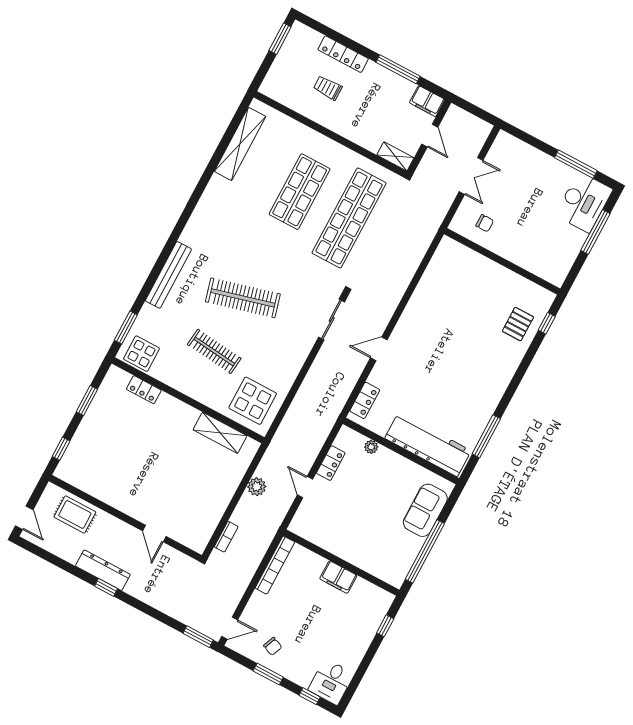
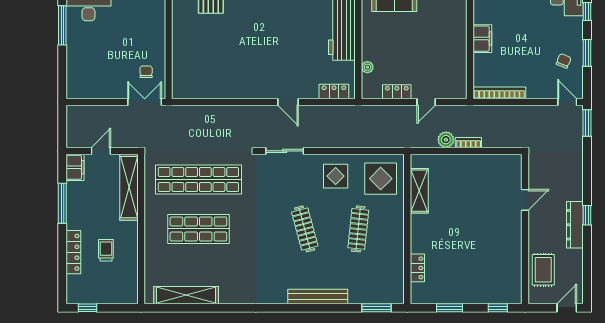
window: (280, 39) -> (88, 308), width x0.67
trolley: (328, 88) -> (106, 250), turned 180
shelving: (395, 156) -> (129, 187), width x2.20, depth x1.33
double door: (471, 176) -> (145, 102), moved
clothes rail: (243, 298) -> (305, 229), width x0.73, depth x0.76
display table: (141, 354) -> (336, 176), moved
bookcase: (226, 537) -> (468, 143), moved

